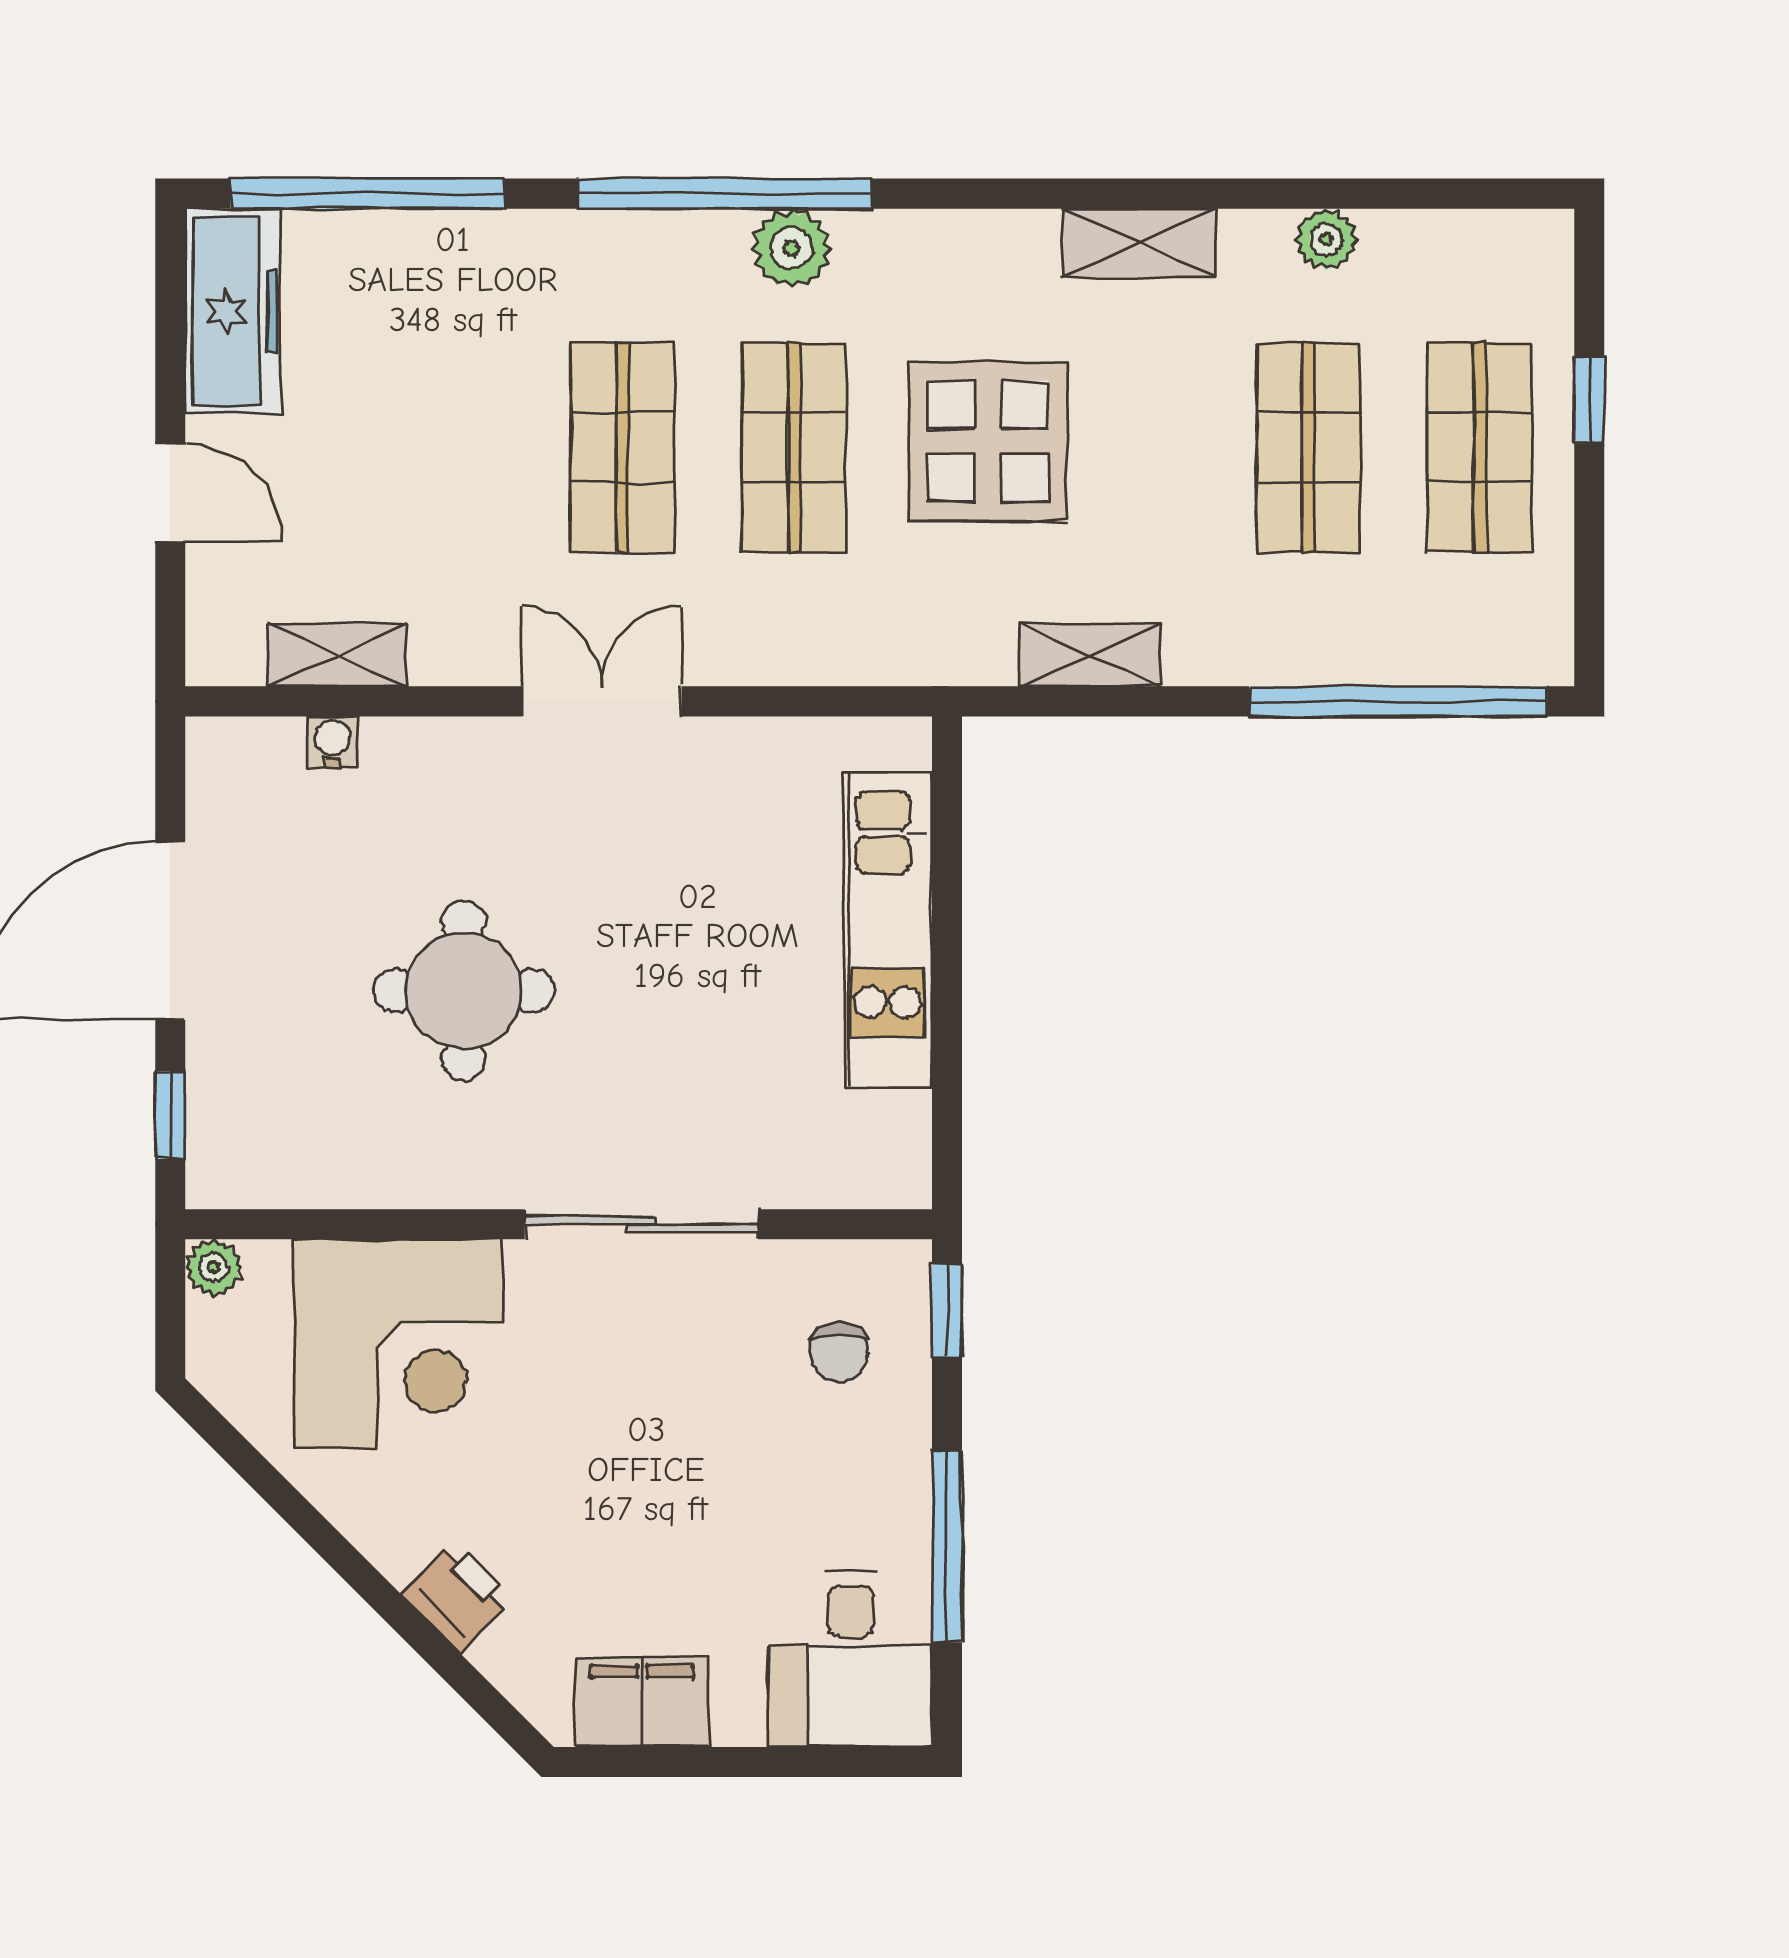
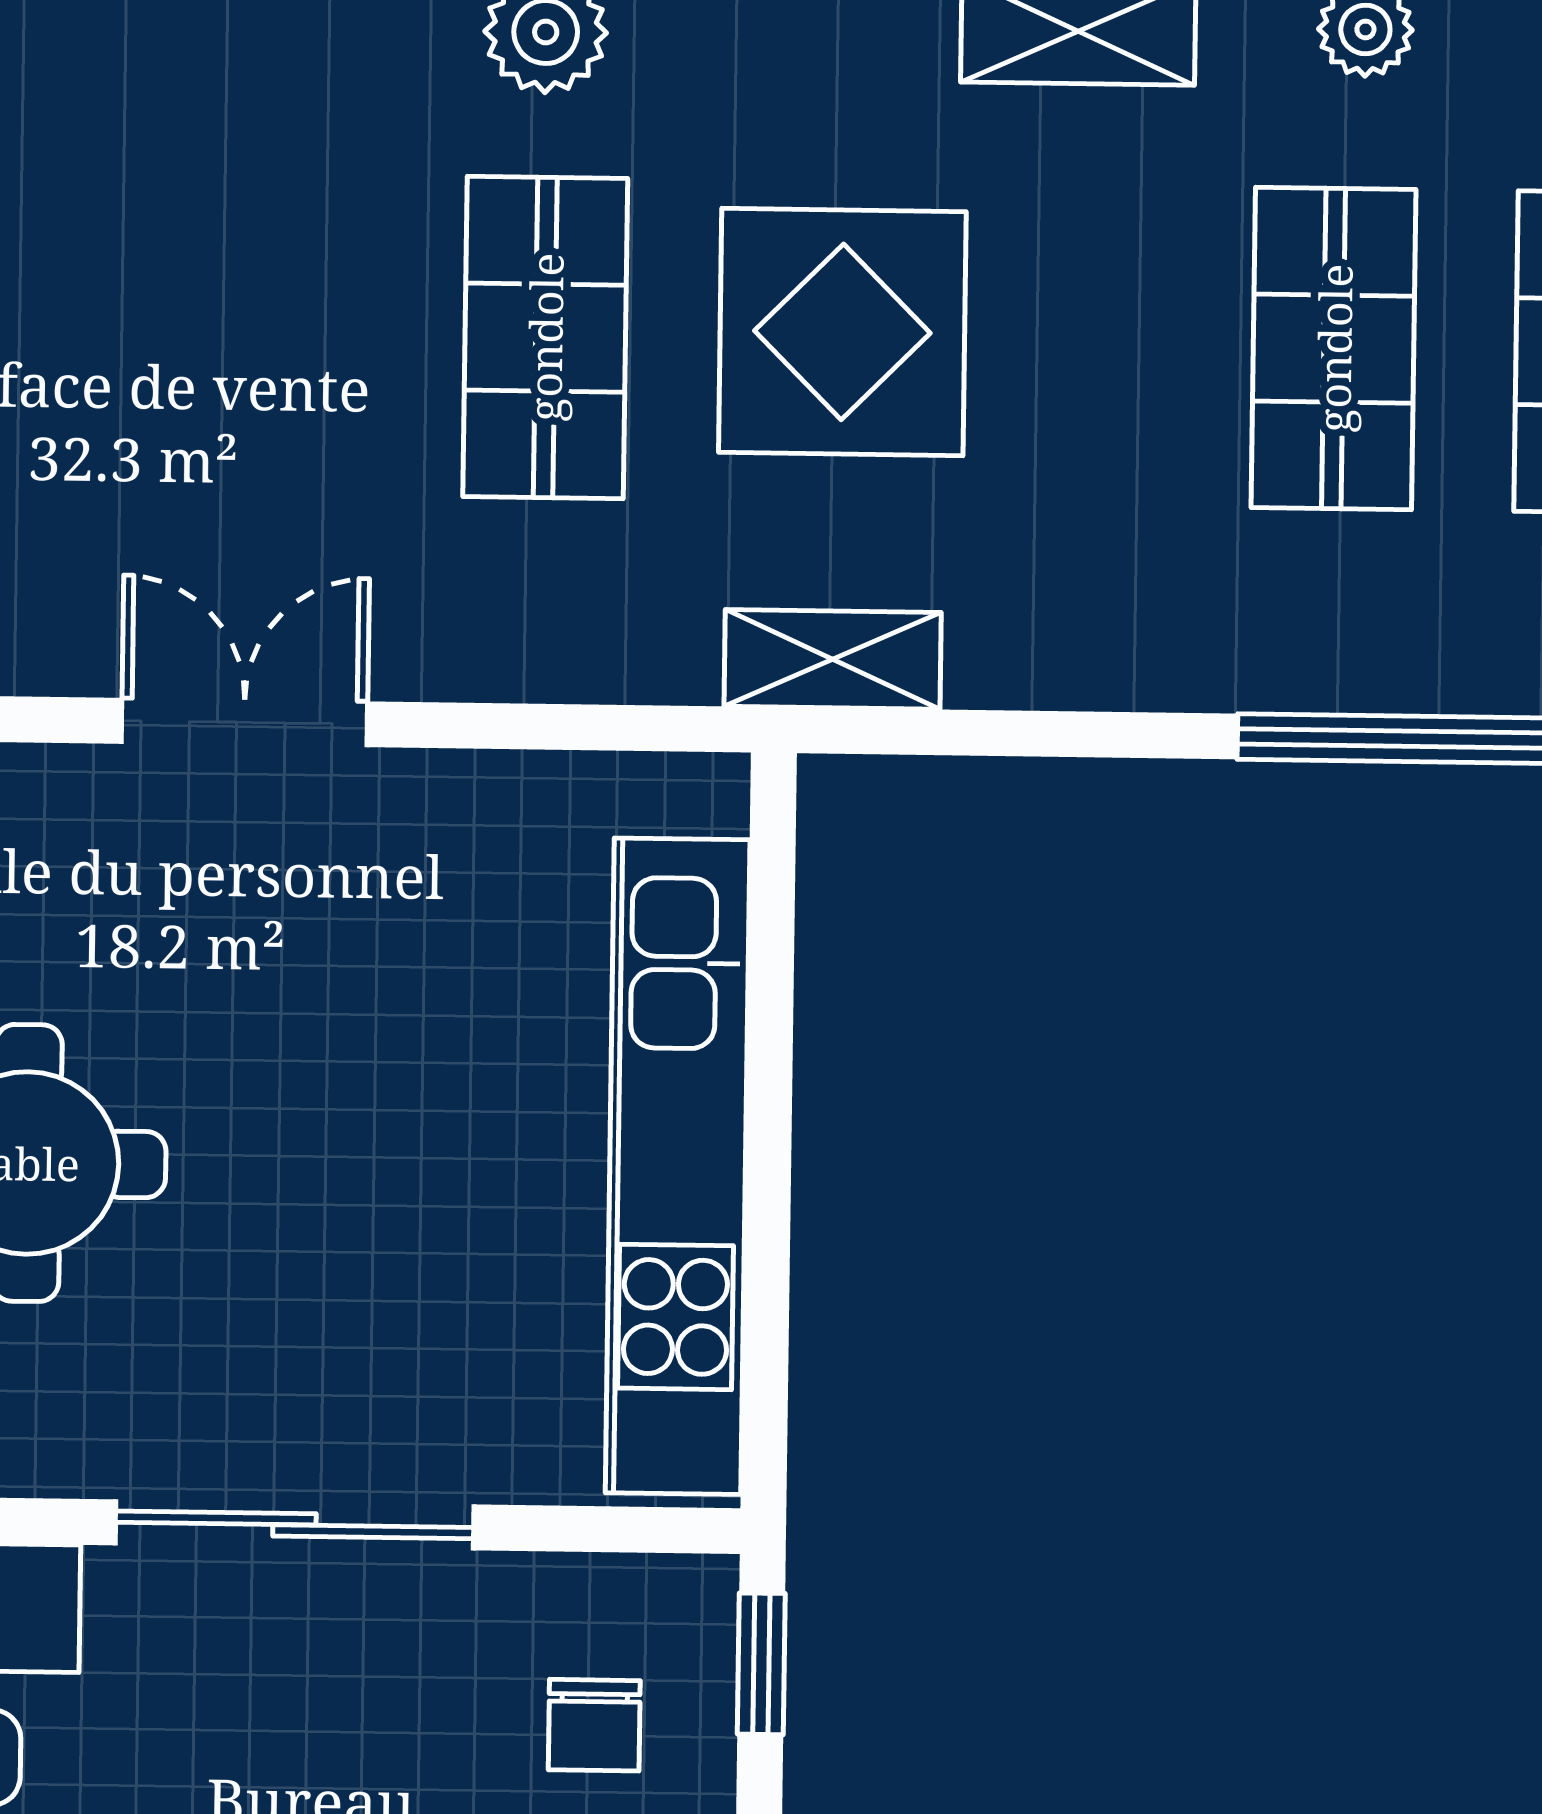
shop shelf: (623, 448) -> (282, 334), removed
shelving: (1089, 655) -> (833, 659), moved
kitchen unit: (888, 930) -> (678, 1166), width x1.36

